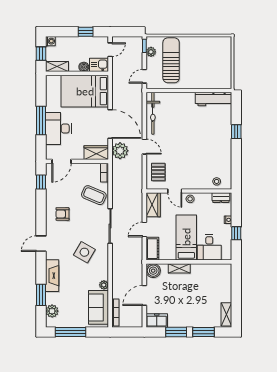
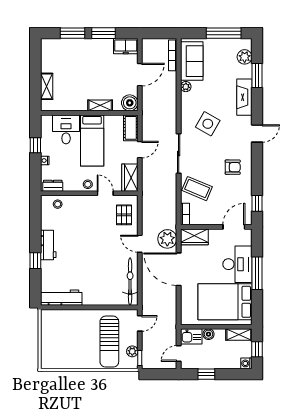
bed: (85, 91) -> (225, 302), moved, turned 180
workbench: (225, 145) -> (48, 245), added
shelving: (226, 314) -> (47, 86), moved

